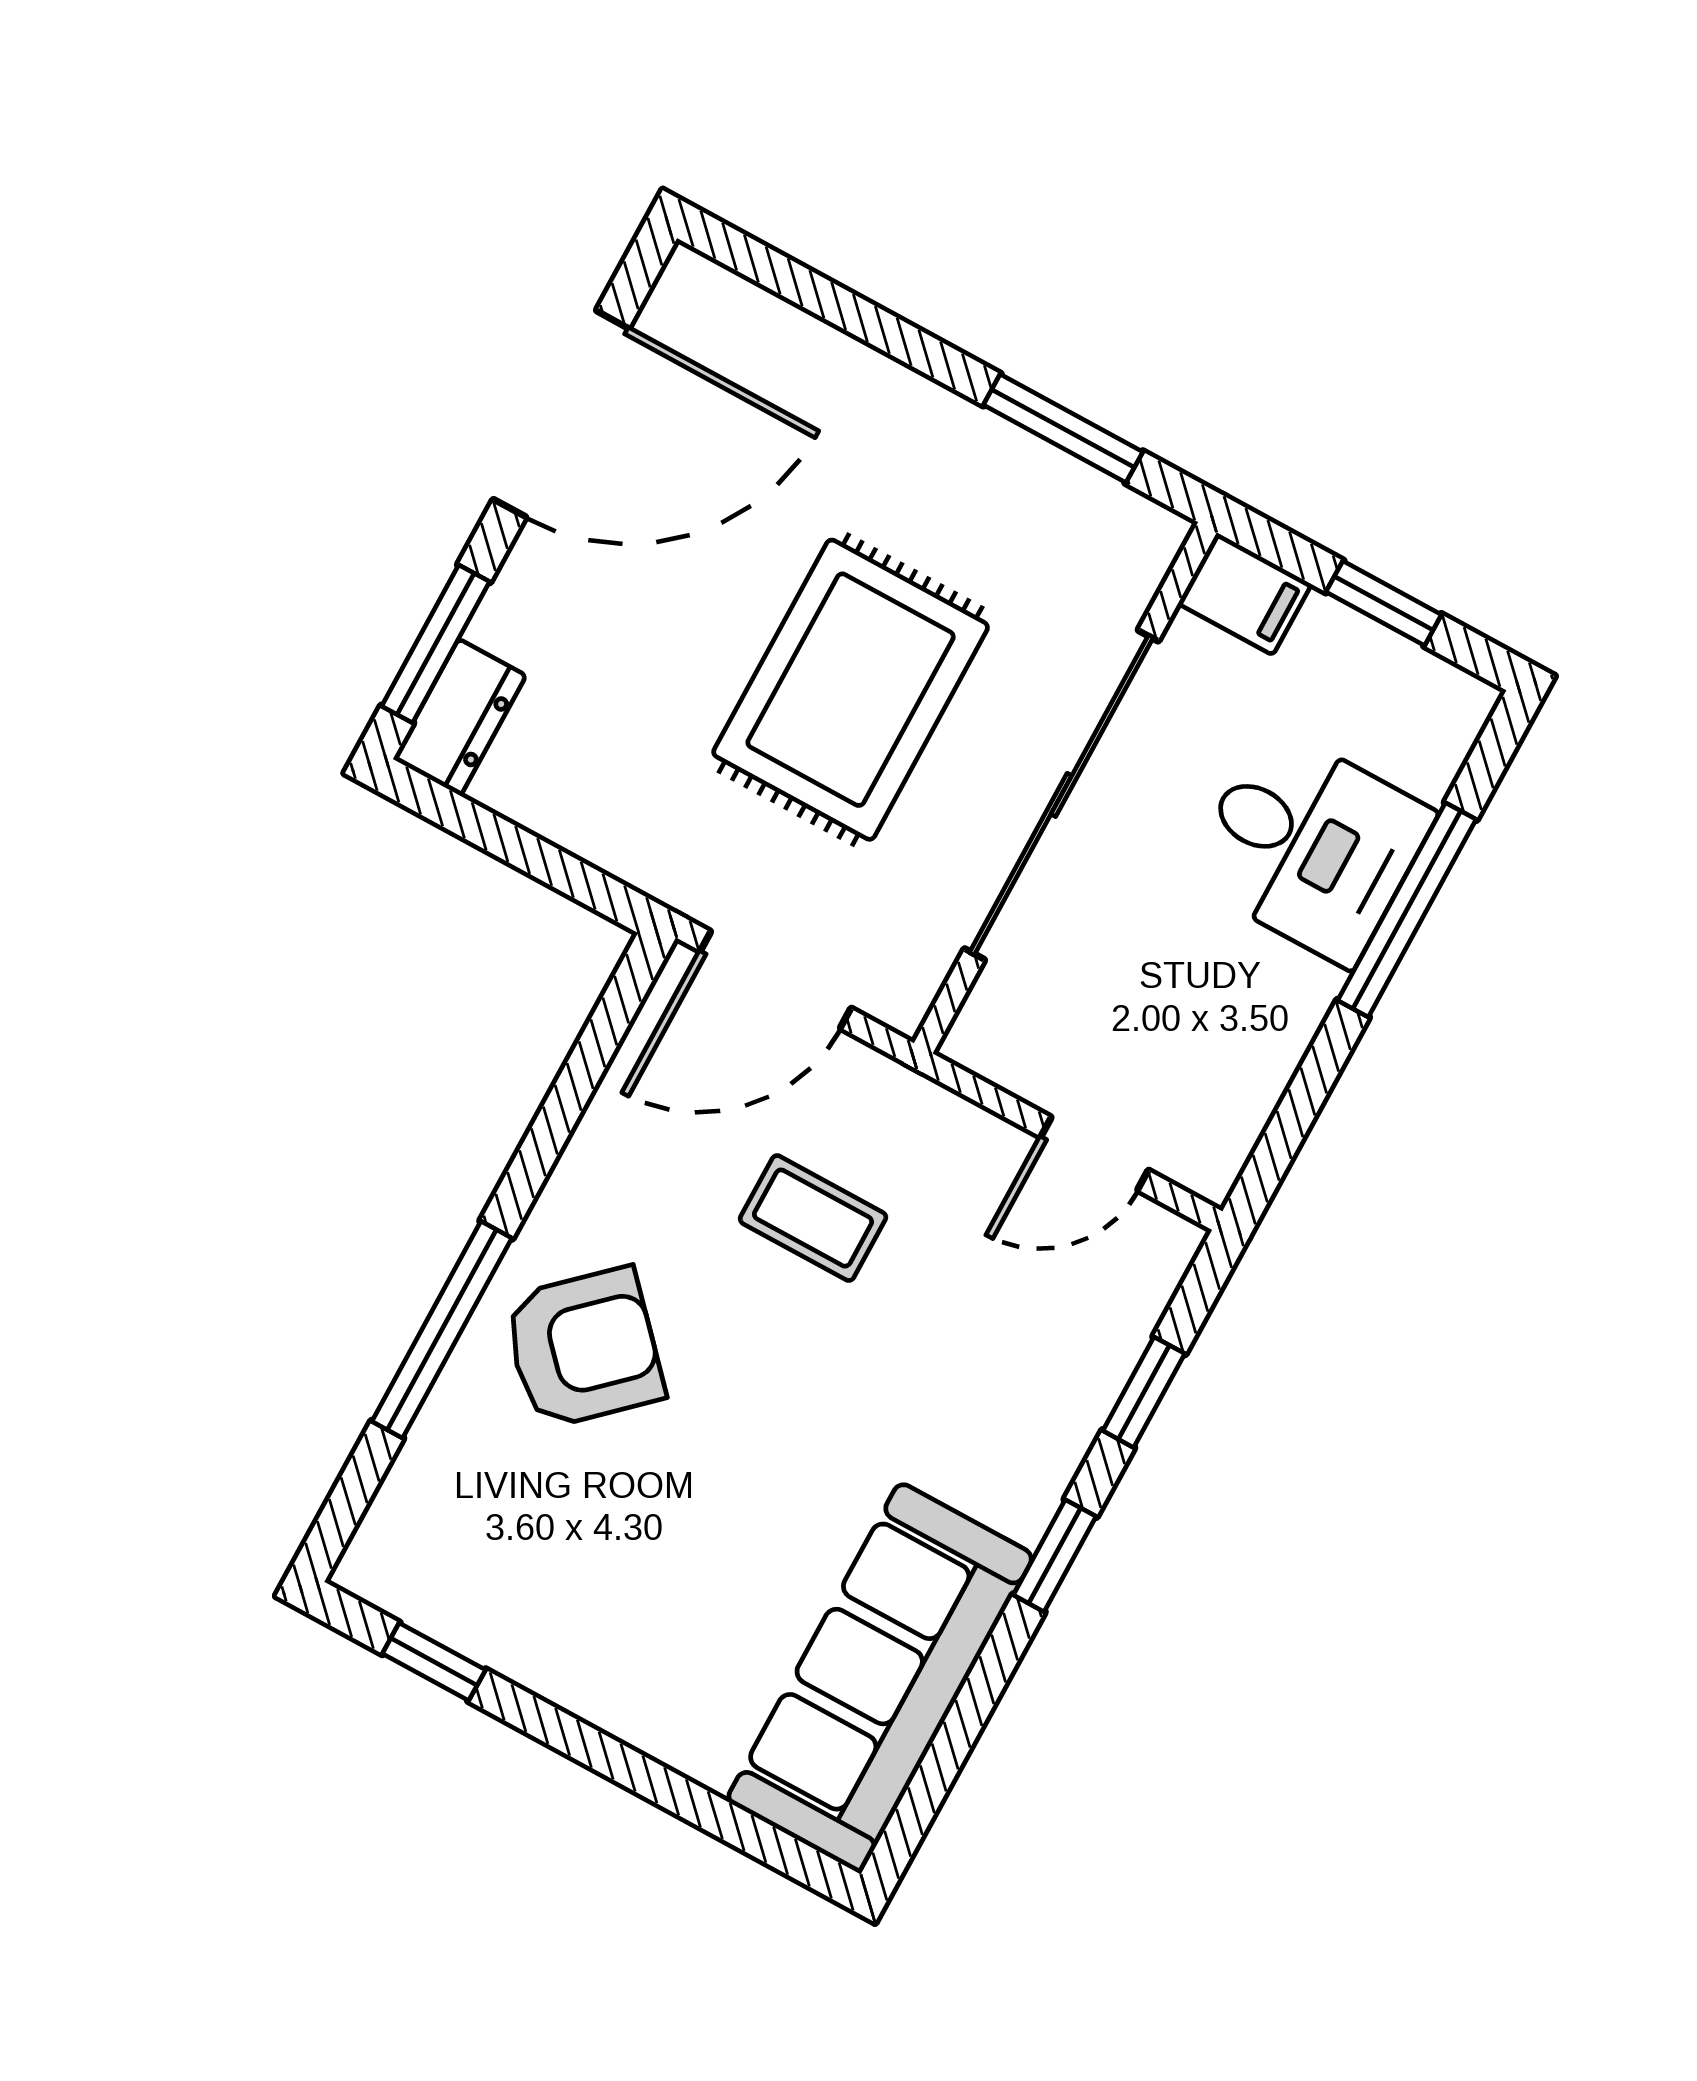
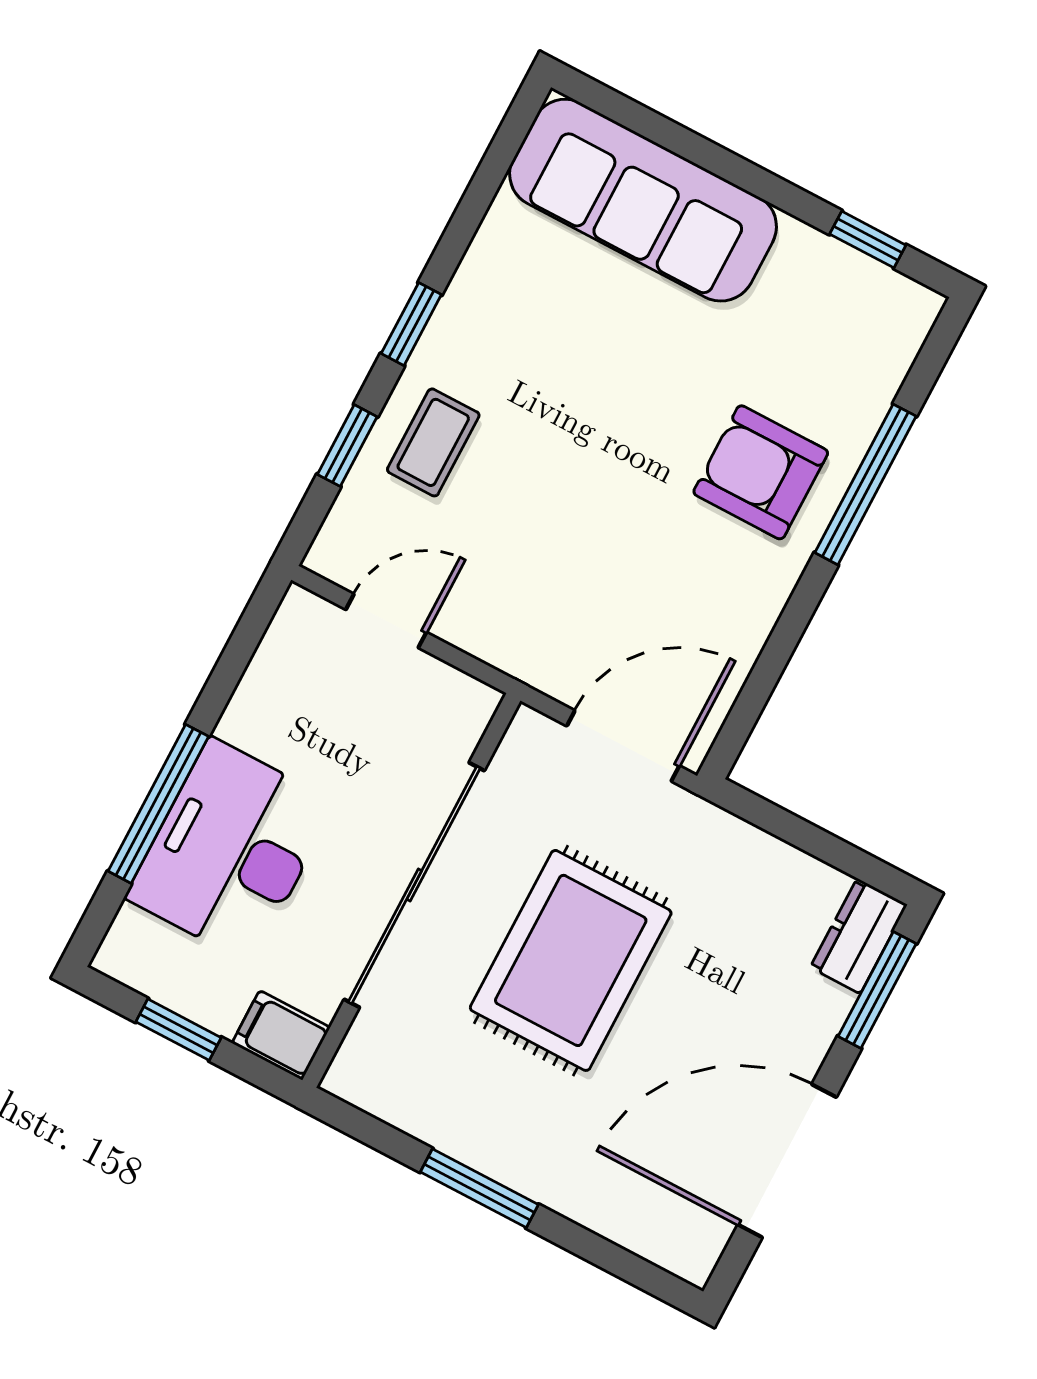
window: (1063, 428) -> (479, 1188), moved
desk: (1310, 846) -> (231, 850), width x1.37
coffee table: (813, 1218) -> (433, 442), moved, turned 90
armchair: (584, 1348) -> (761, 472), turned 43
sofa: (880, 1678) -> (643, 200), moved, turned 90

